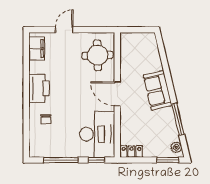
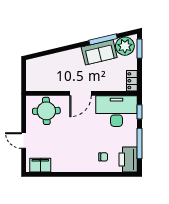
printer: (39, 88) -> (128, 160), moved, turned -90
sofa: (158, 90) -> (99, 52), moved
plant: (176, 147) -> (125, 46), width x1.88, depth x1.88

